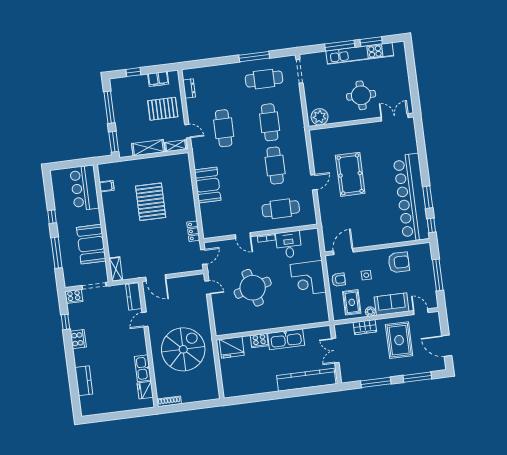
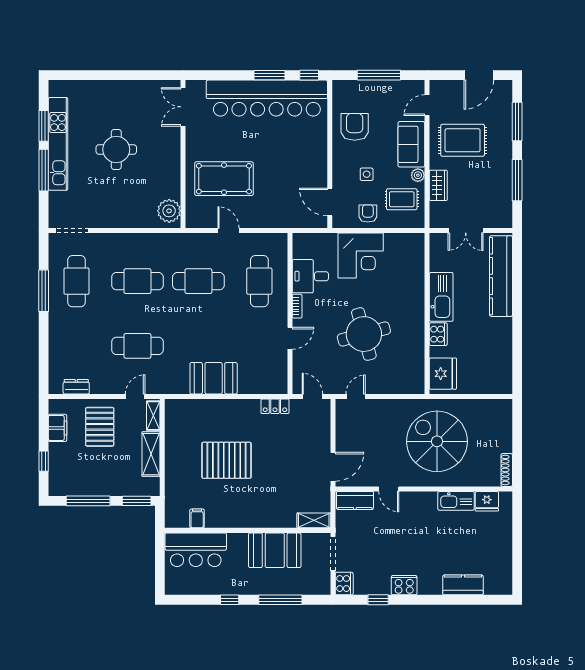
plant: (320, 117) -> (169, 211), moved
double door: (395, 117) -> (183, 107), moved
wall: (361, 122) -> (183, 154), moved

